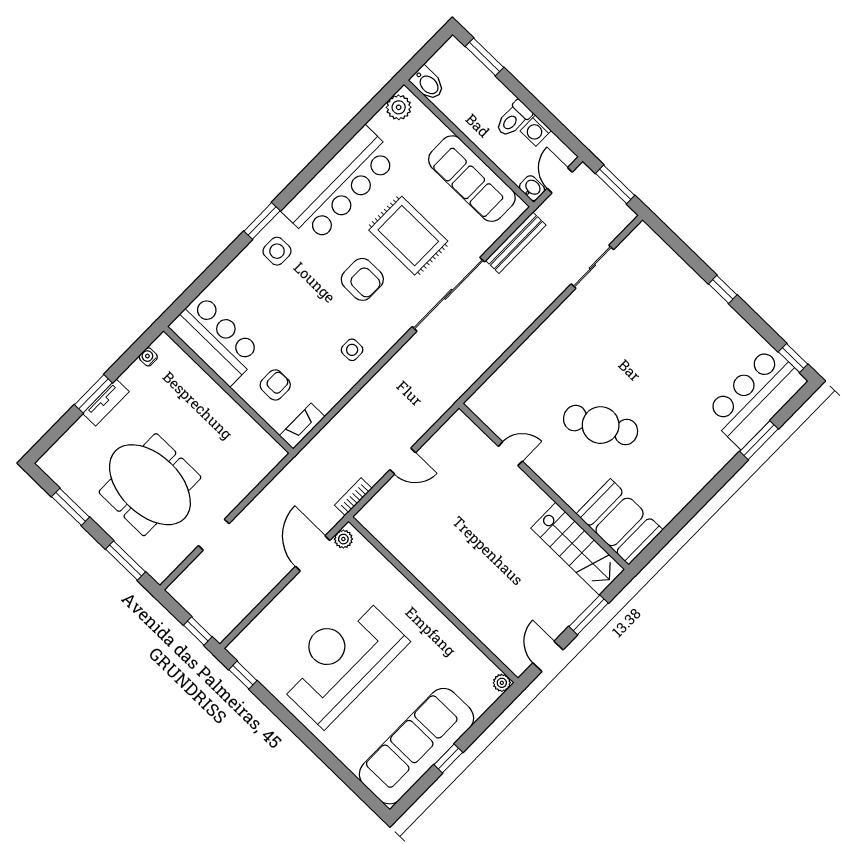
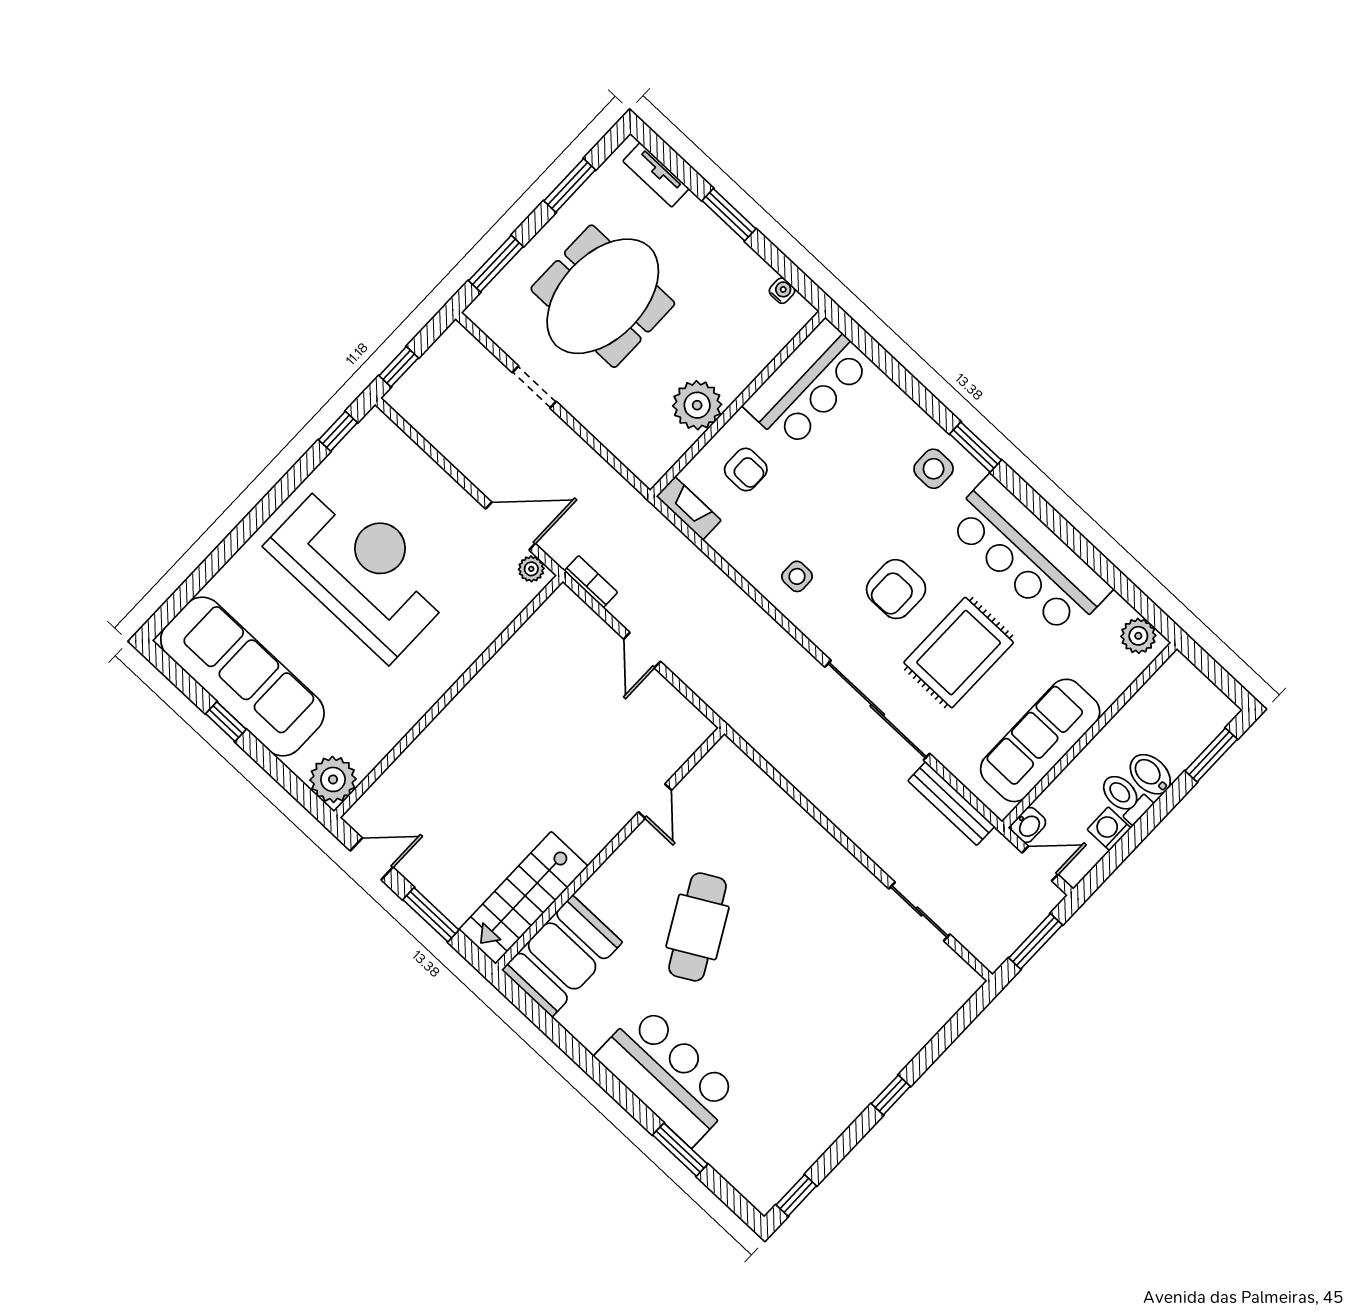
bidet: (427, 83) -> (1150, 774), moved, turned 90
bar counter: (756, 397) -> (668, 1075), moved
tv unit: (106, 403) -> (656, 175), moved
plant: (229, 419) -> (697, 405), added
plant: (502, 683) -> (333, 779), width x1.87, depth x1.87

